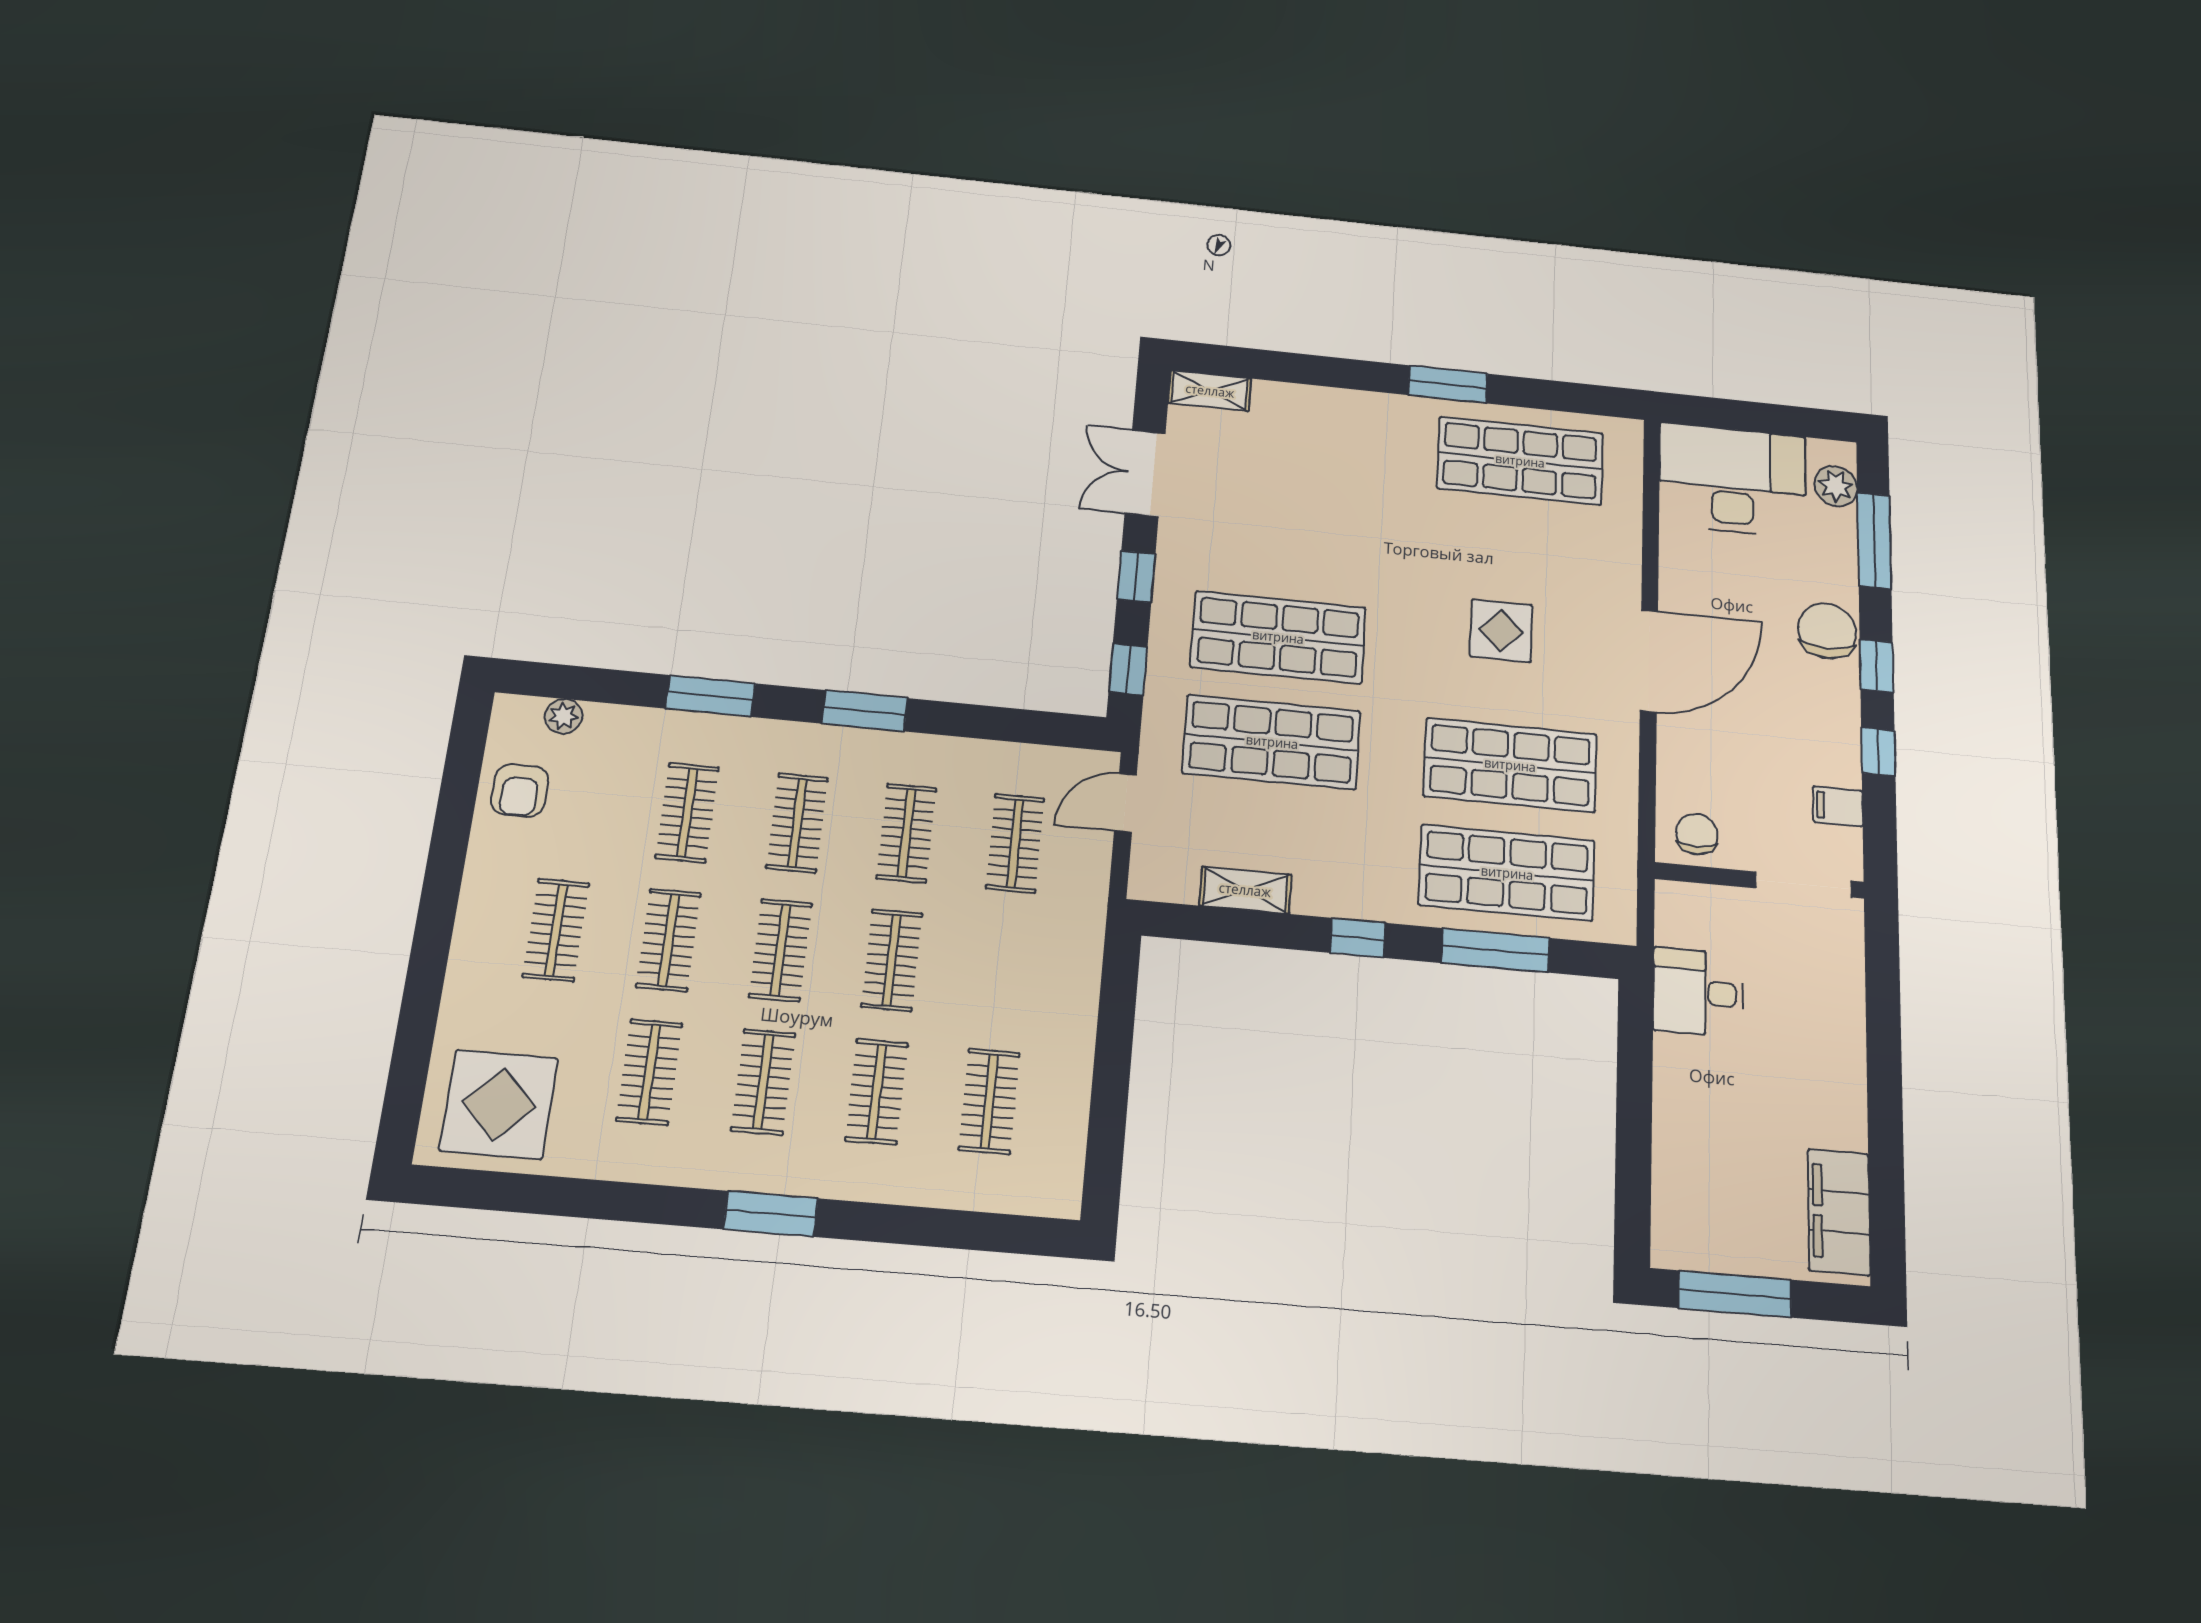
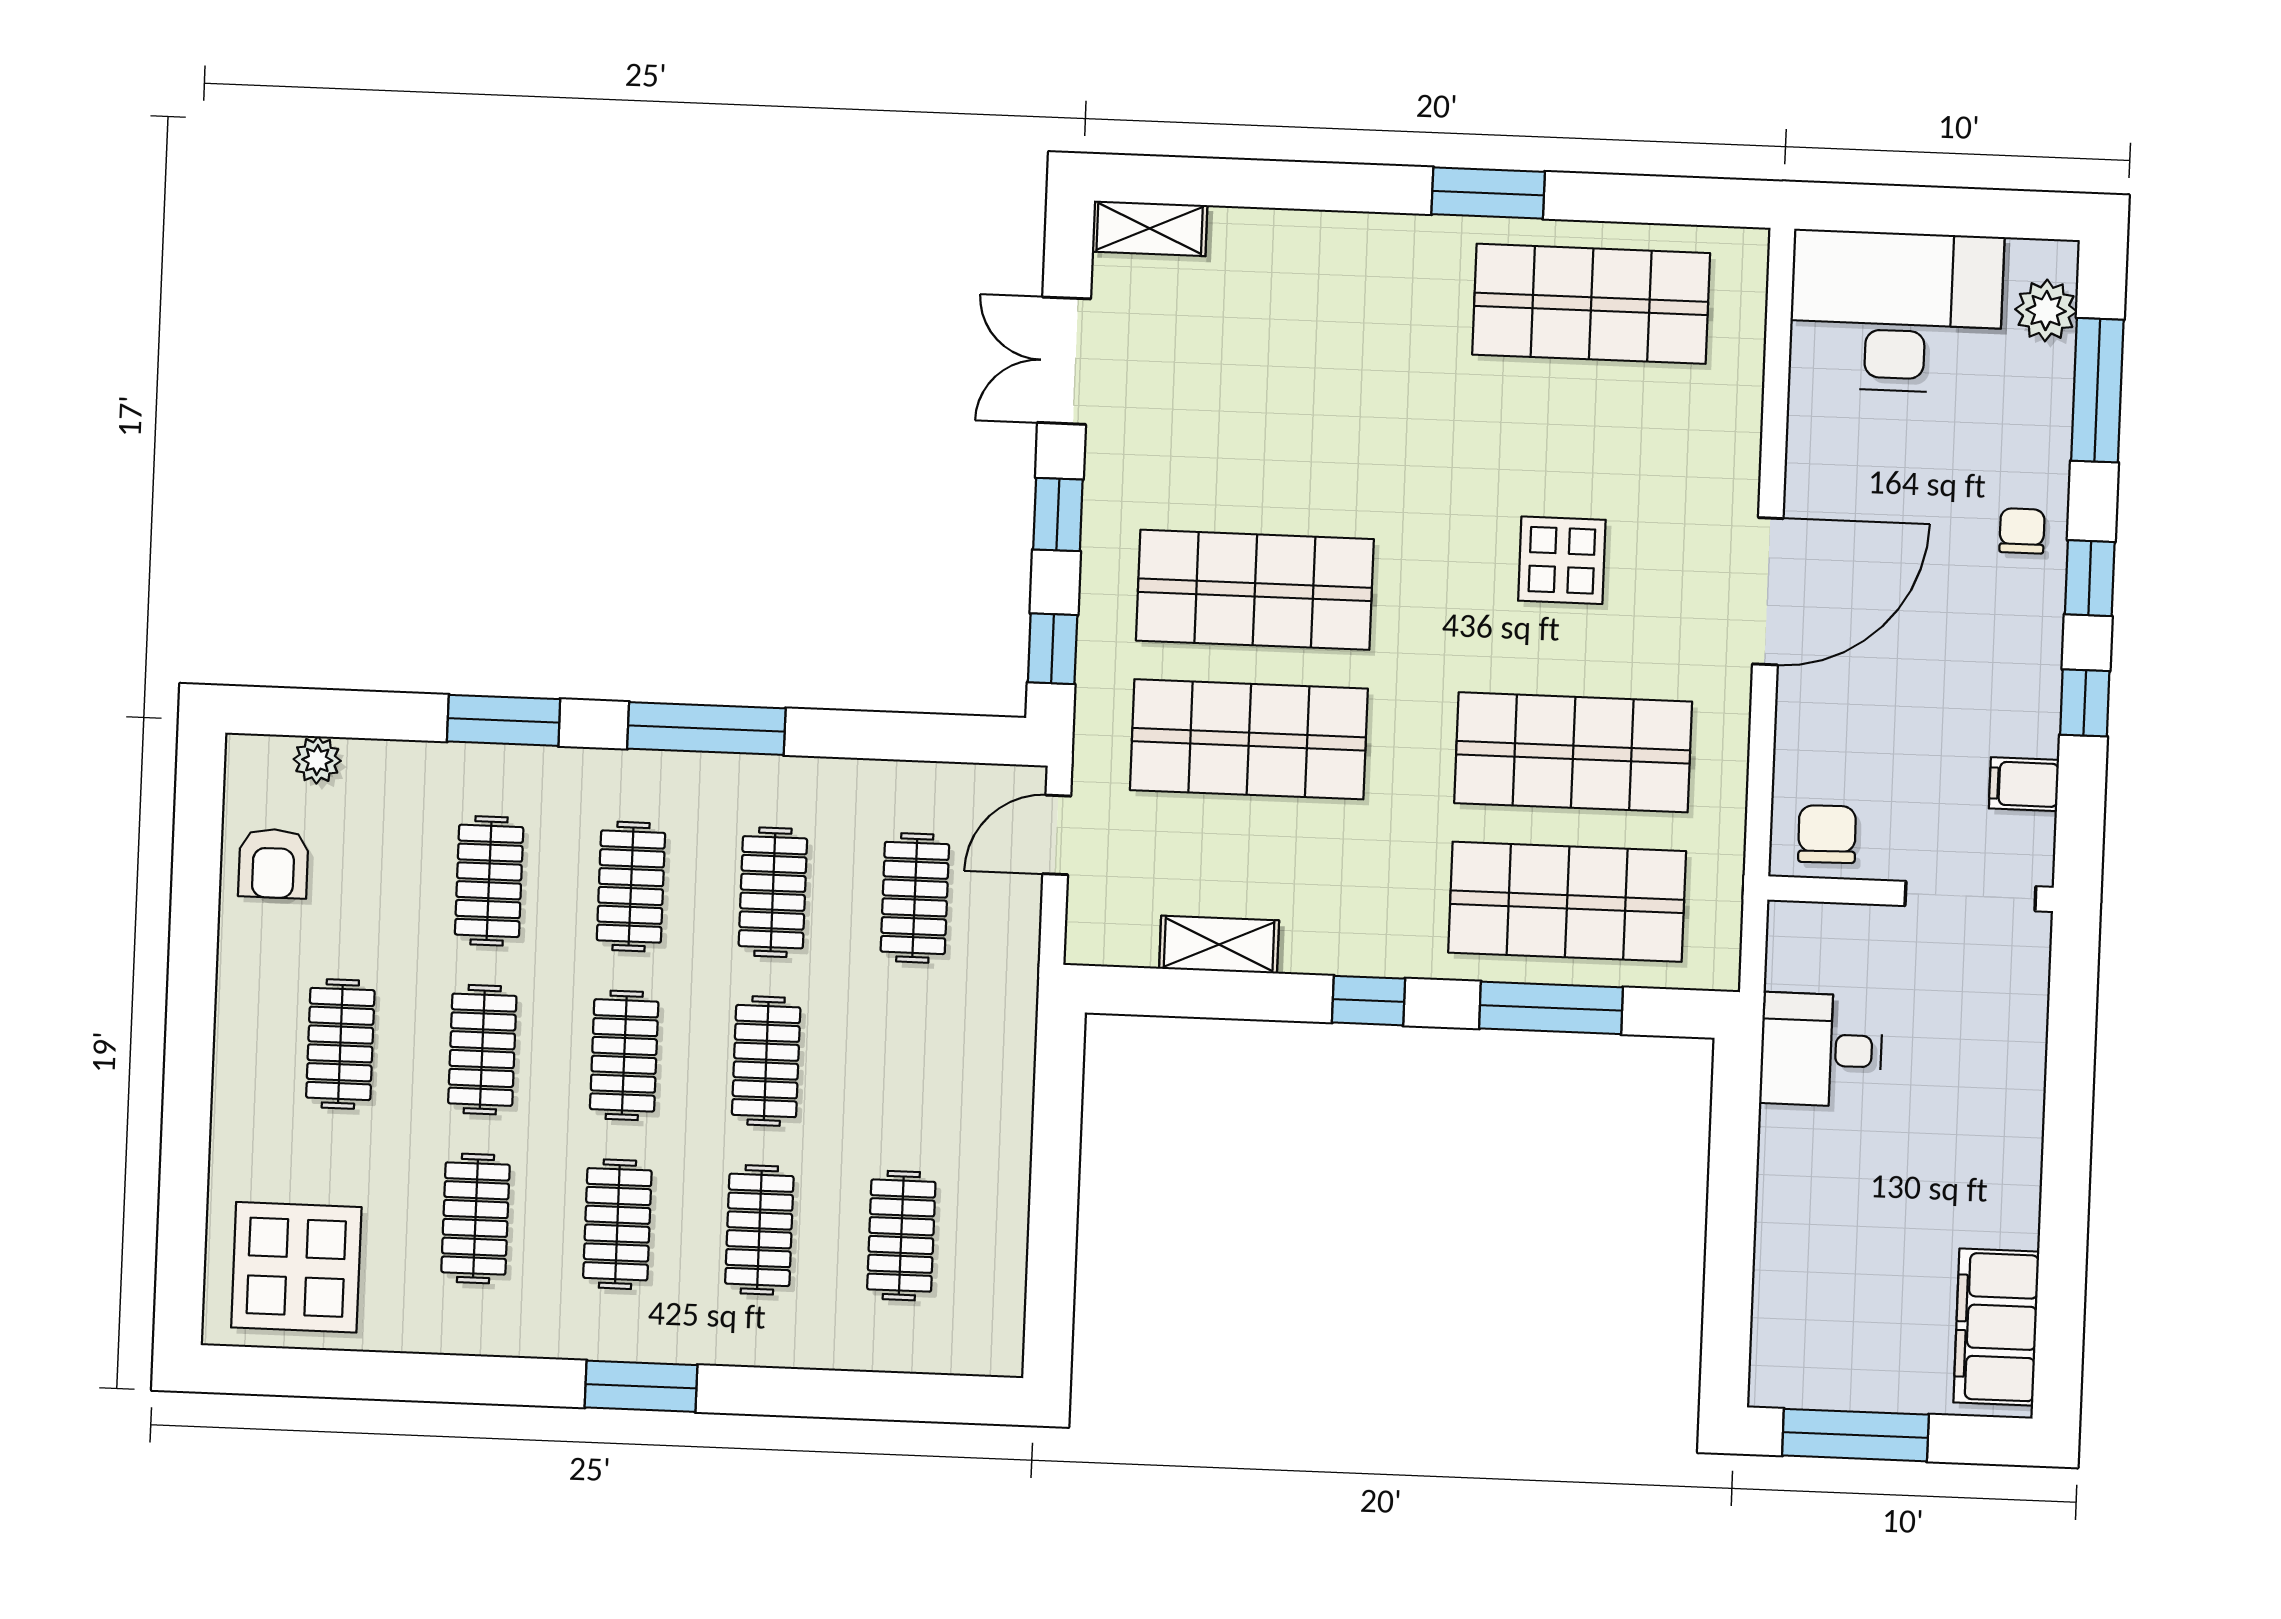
chair: (1827, 631) -> (2022, 531), width x0.54, depth x0.54
window: (865, 711) -> (706, 728), width x1.44

